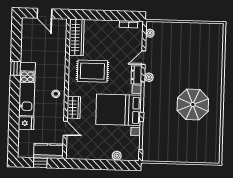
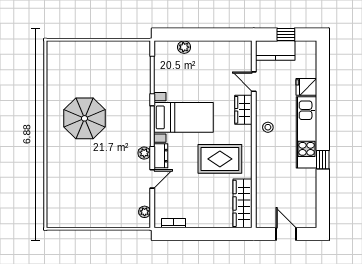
bed with nightstands: (118, 110) -> (184, 117), width x0.73

